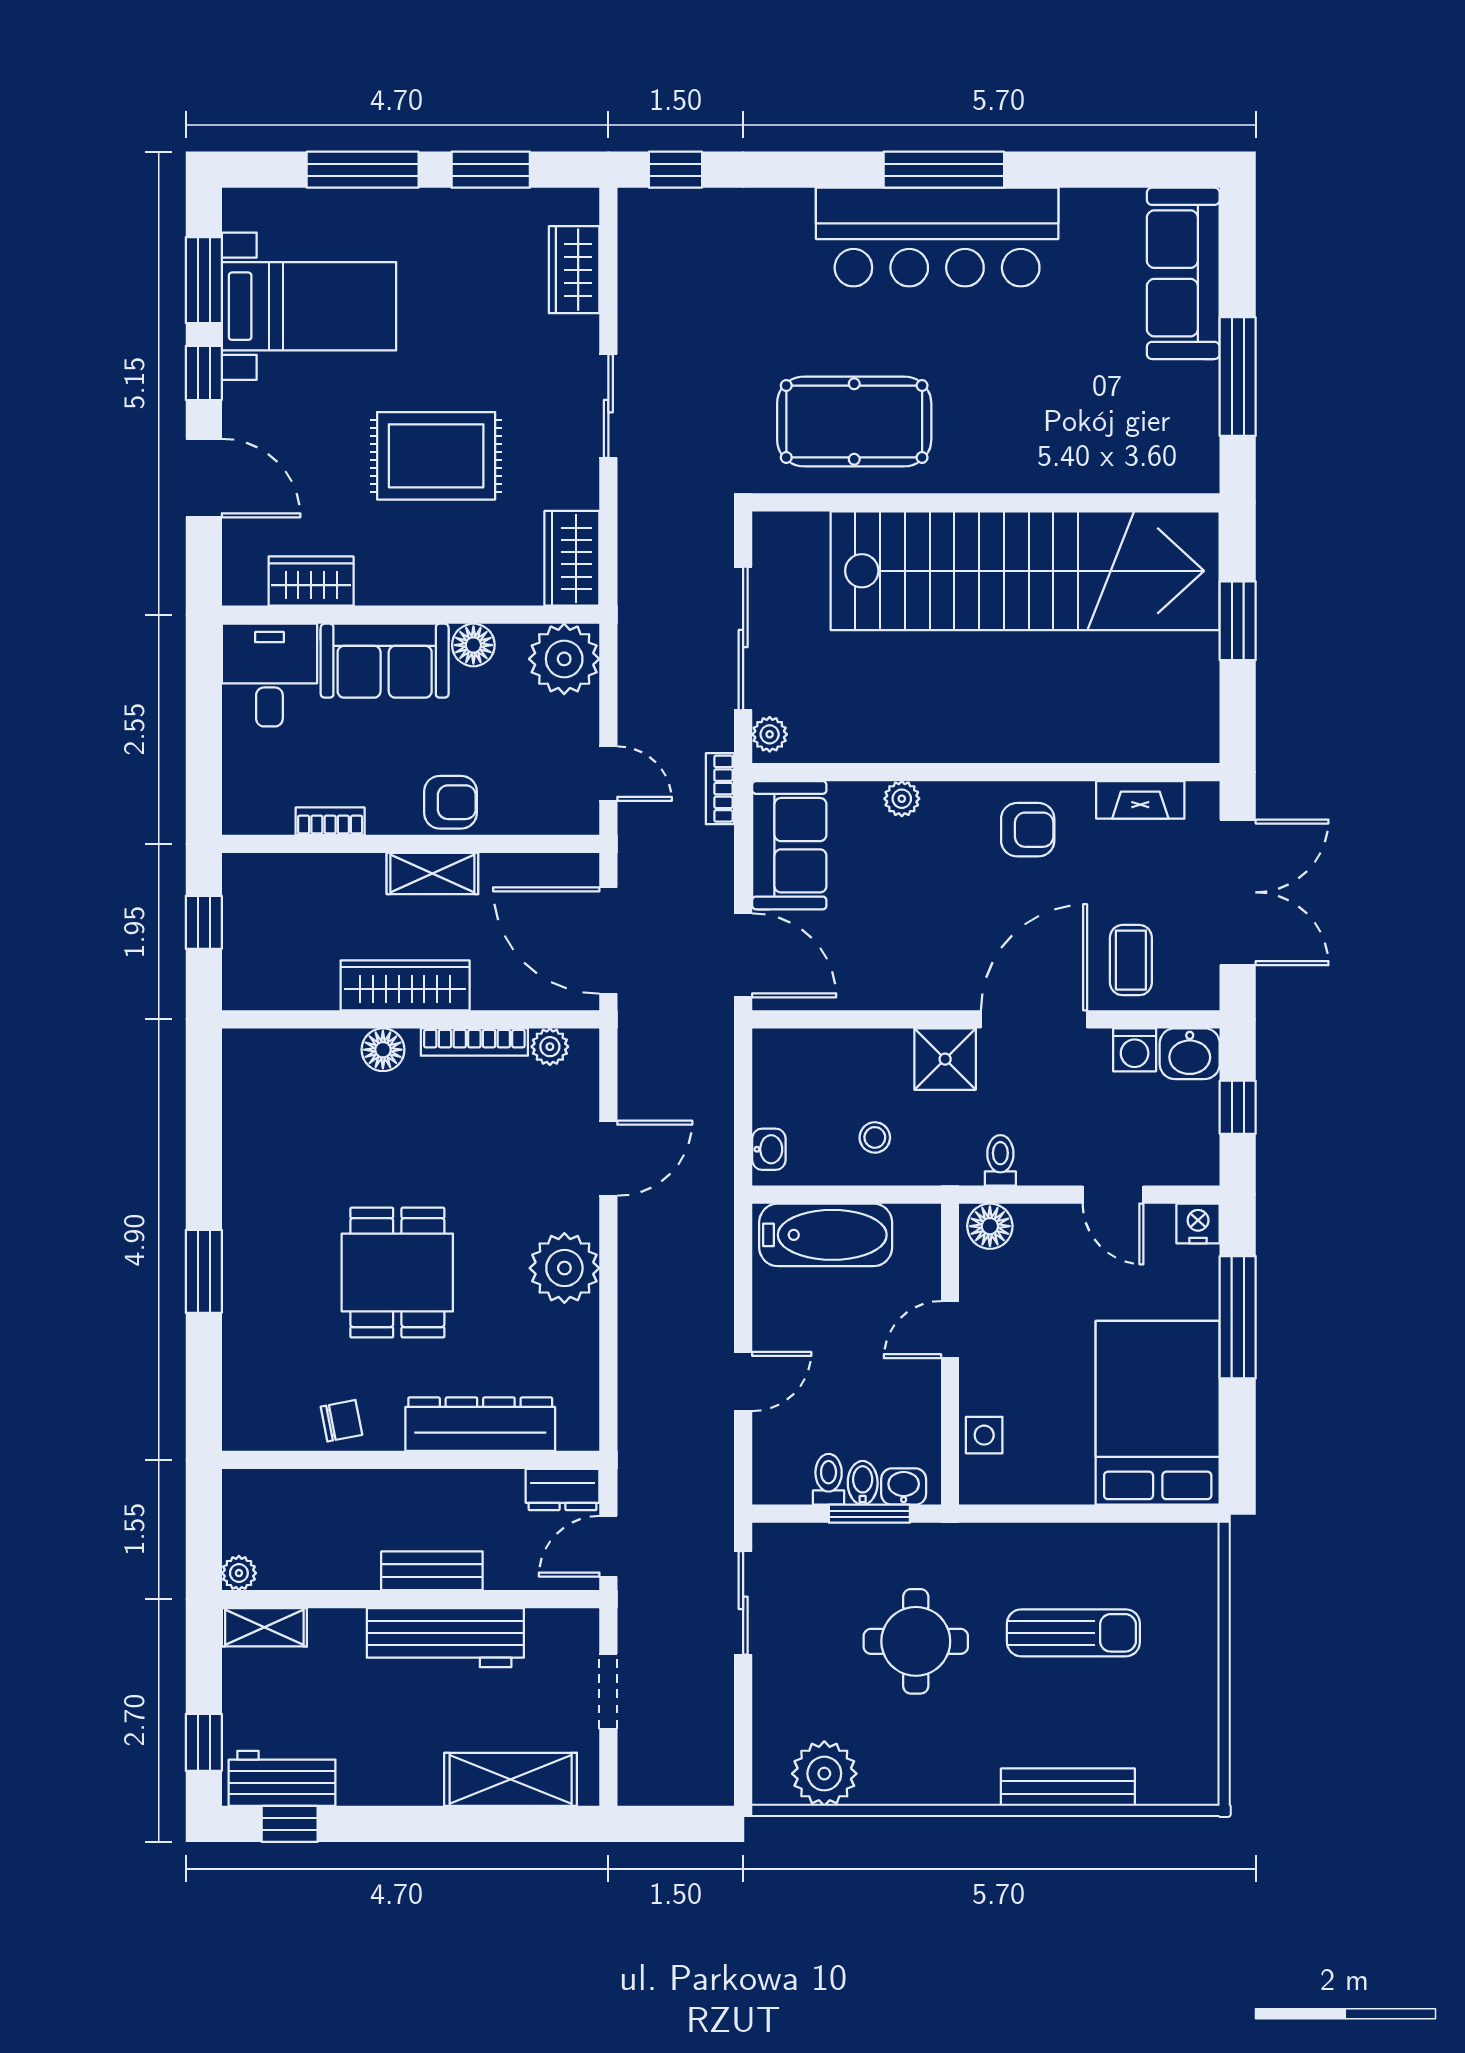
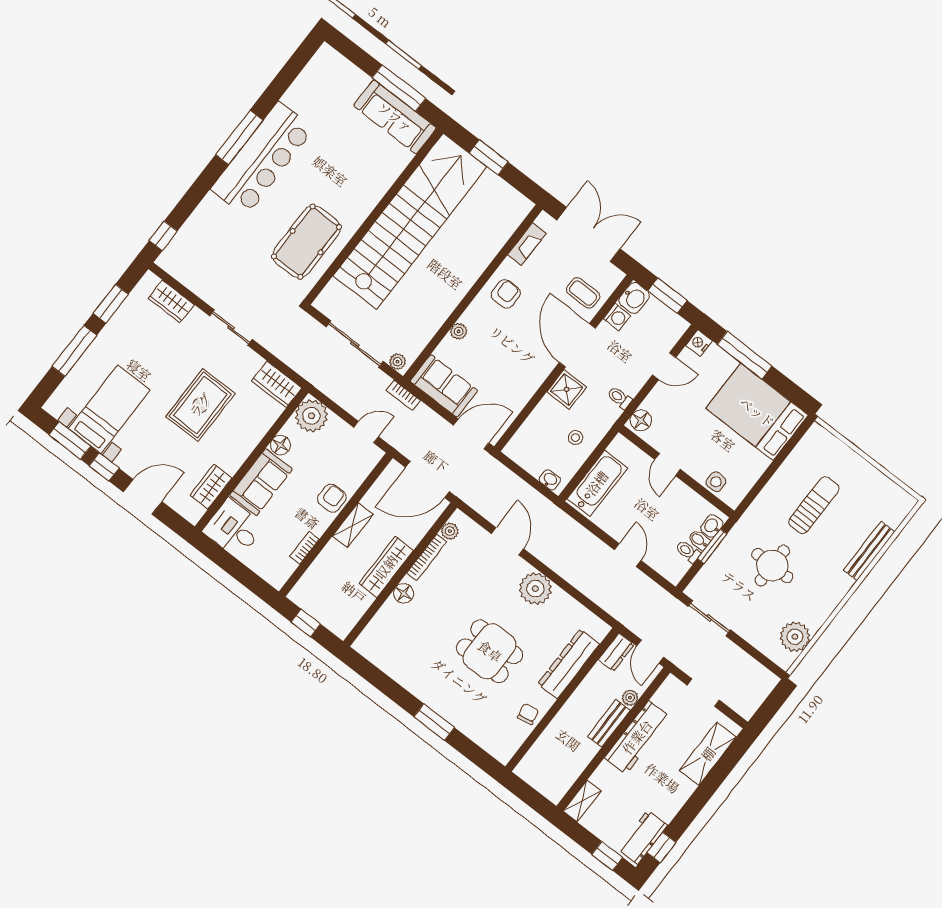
sofa: (1183, 273) -> (395, 117), moved
window: (1238, 1107) -> (667, 296), width x1.50
plant: (239, 1573) -> (630, 698), moved

